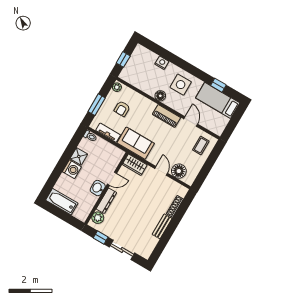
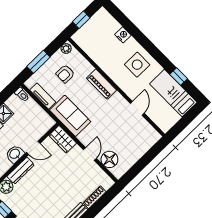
floor lamp: (160, 96) -> (111, 71), removed
piano: (167, 116) -> (102, 84), moved
coffee table: (201, 145) -> (141, 138), removed

